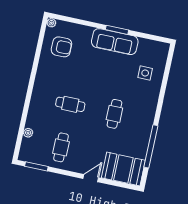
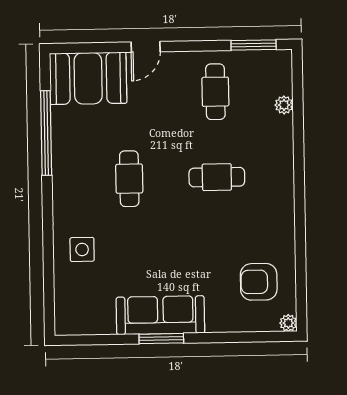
side table: (145, 73) -> (82, 249), moved

